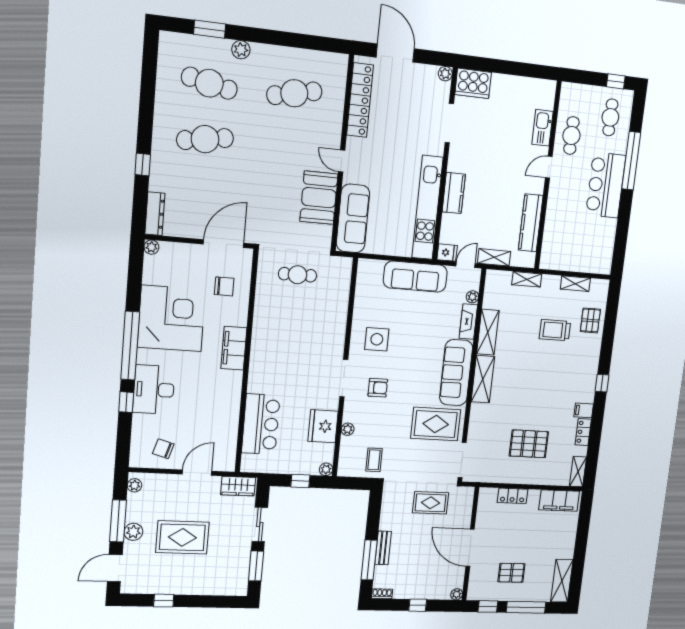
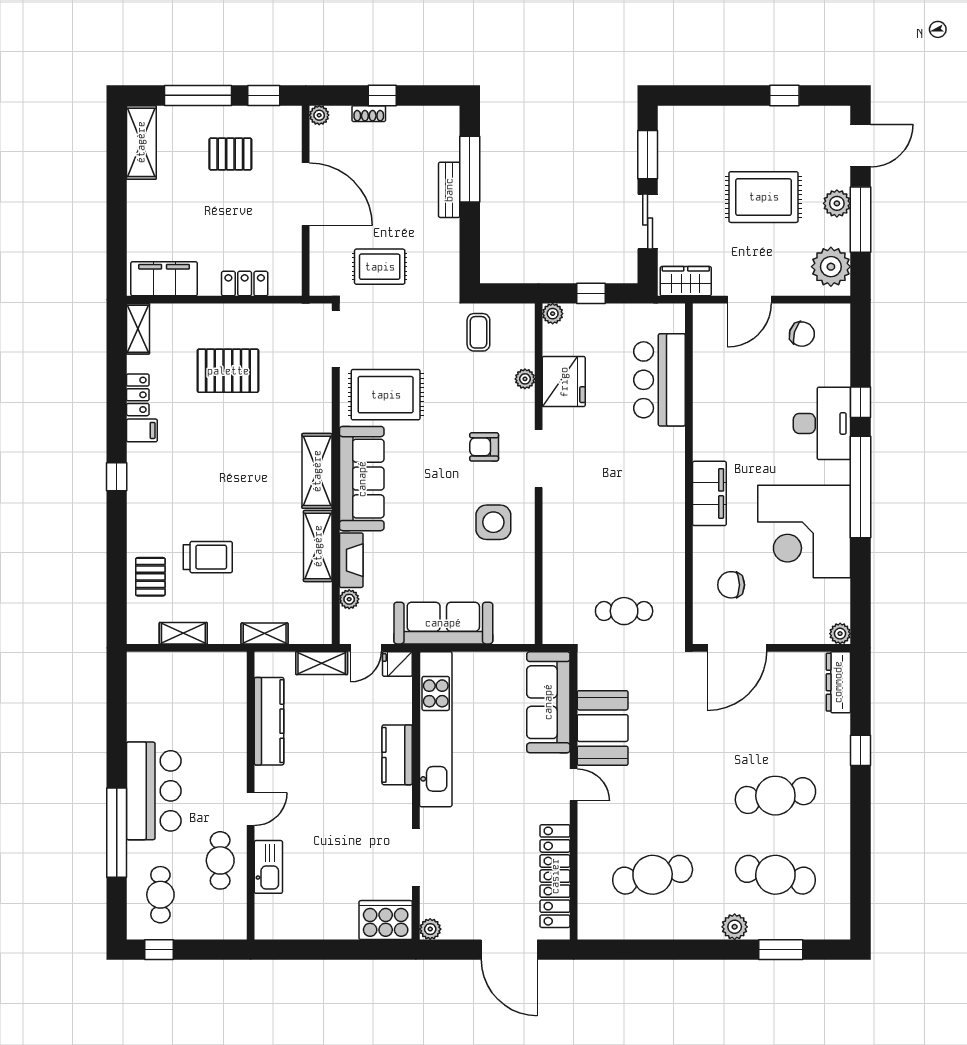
plant: (135, 485) -> (831, 267), width x1.88, depth x1.88
shoe rack: (382, 594) -> (369, 114), moved

